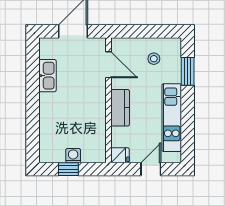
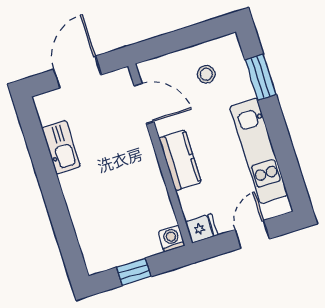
washing machine: (73, 156) -> (172, 239), moved

